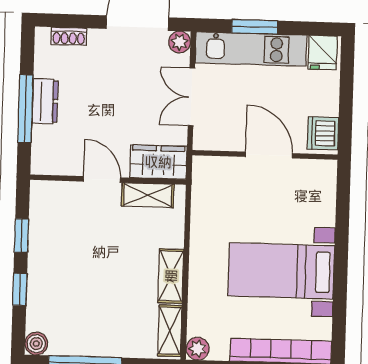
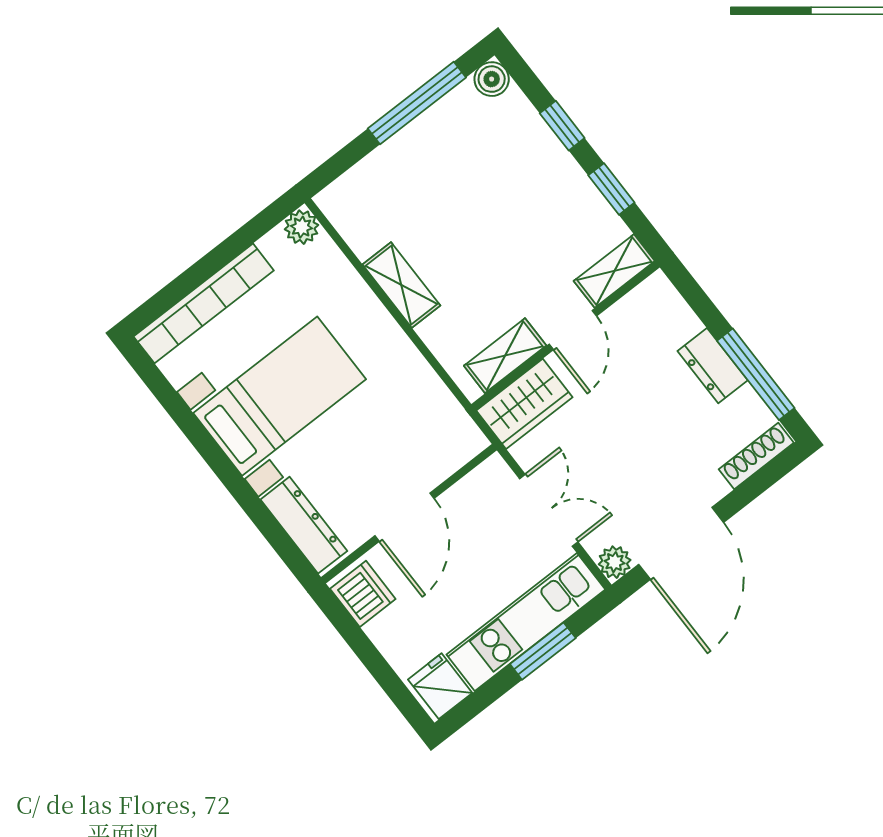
shoe rack: (69, 36) -> (756, 456), width x1.43
window: (25, 109) -> (756, 374), moved
door: (269, 155) -> (404, 517), hinge flipped
door: (102, 179) -> (573, 330), hinge flipped
dresser: (324, 194) -> (304, 525), added
shelving: (170, 331) -> (614, 271), moved, turned 90

